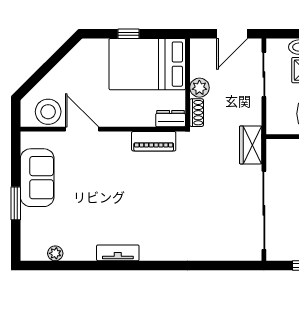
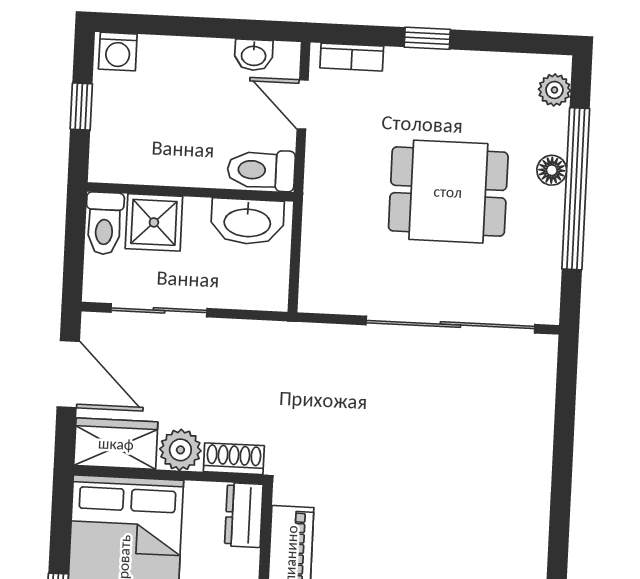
wardrobe: (251, 145) -> (116, 444), moved, turned 180

